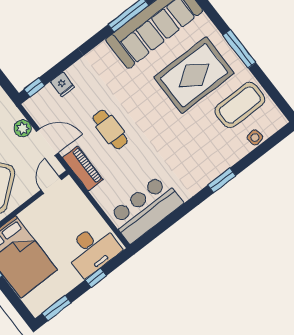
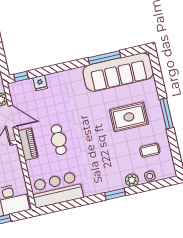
rug: (194, 75) -> (129, 117), width x0.73, depth x0.69
coffee table: (240, 105) -> (150, 150), width x0.54, depth x0.58
cafe table: (110, 130) -> (59, 140), moved
plant: (235, 153) -> (132, 180), added

